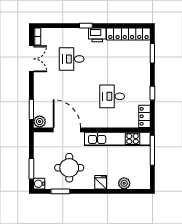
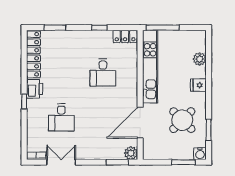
round table: (69, 168) -> (182, 120), turned 45

